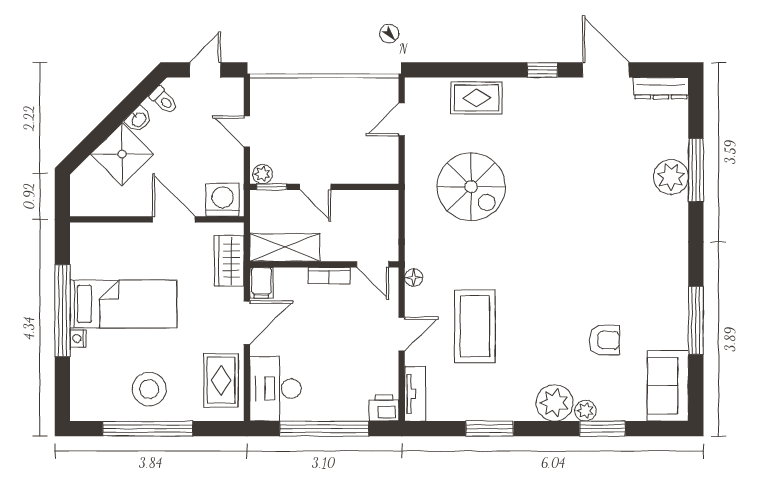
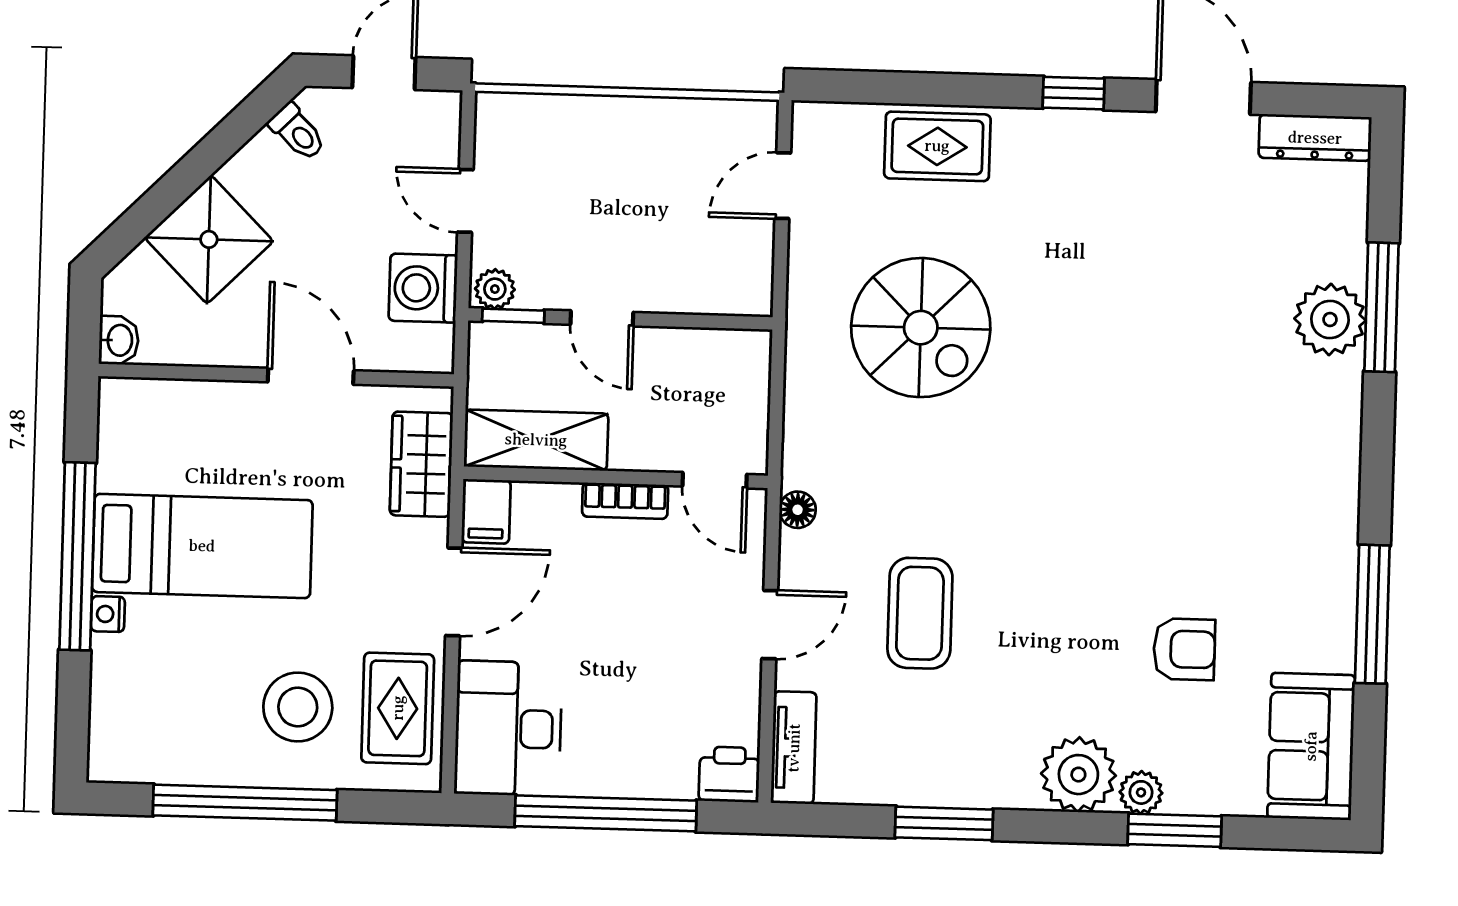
washbasin: (139, 119) -> (119, 340), moved, turned -45
washing machine: (223, 200) -> (423, 288), moved, turned -90
coffee table: (475, 326) -> (920, 613), width x0.73, depth x0.76
stool: (149, 389) -> (298, 707), moved

